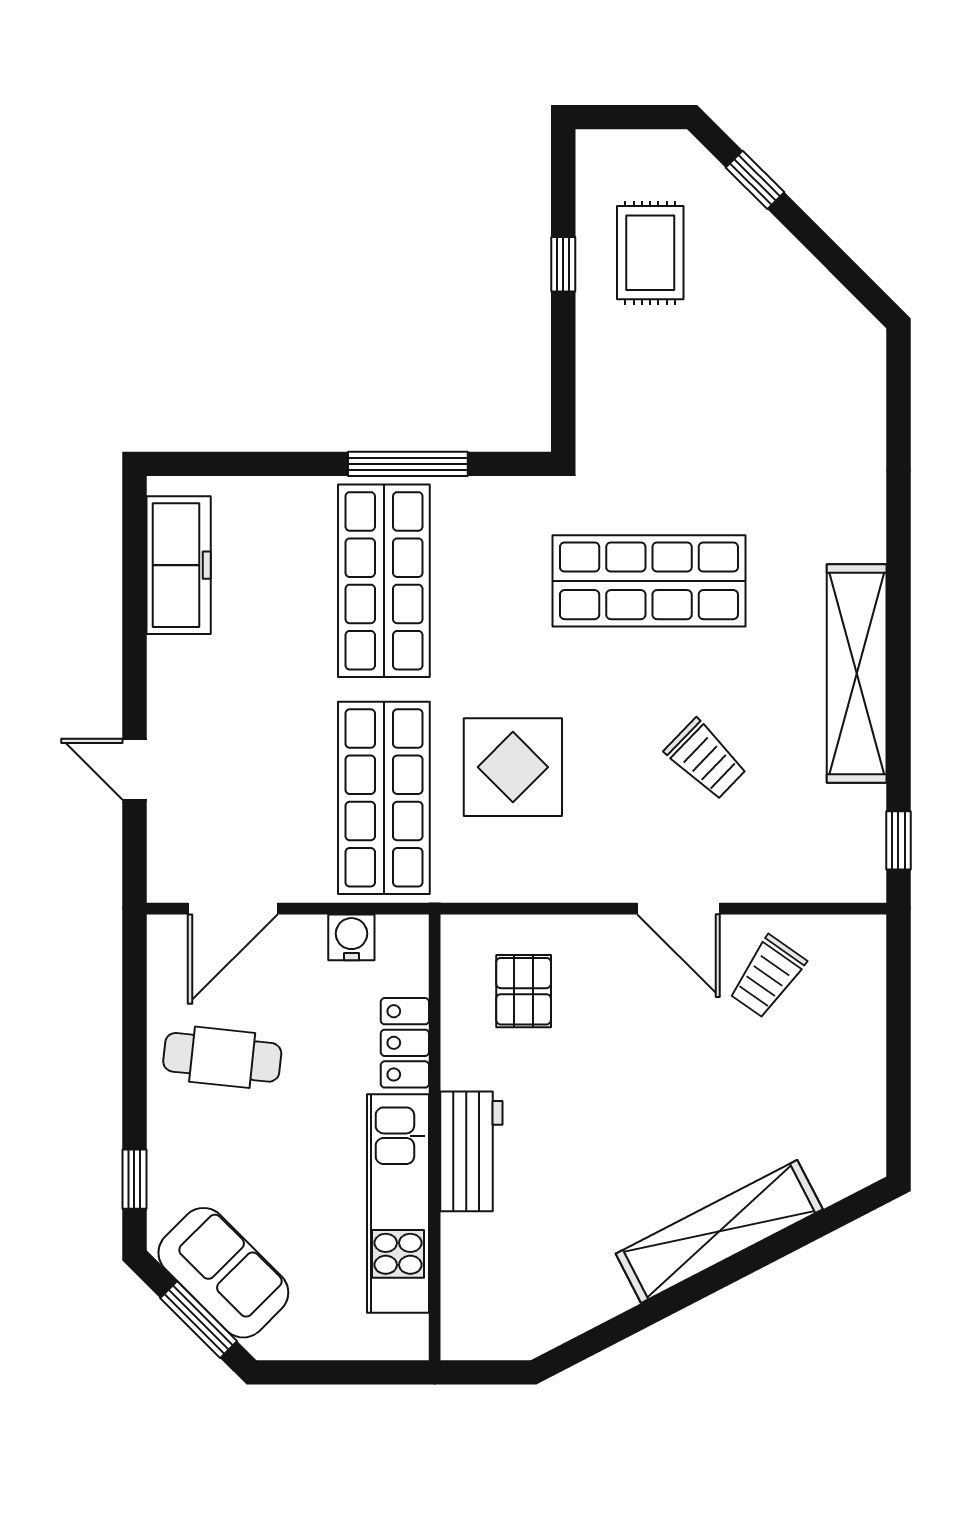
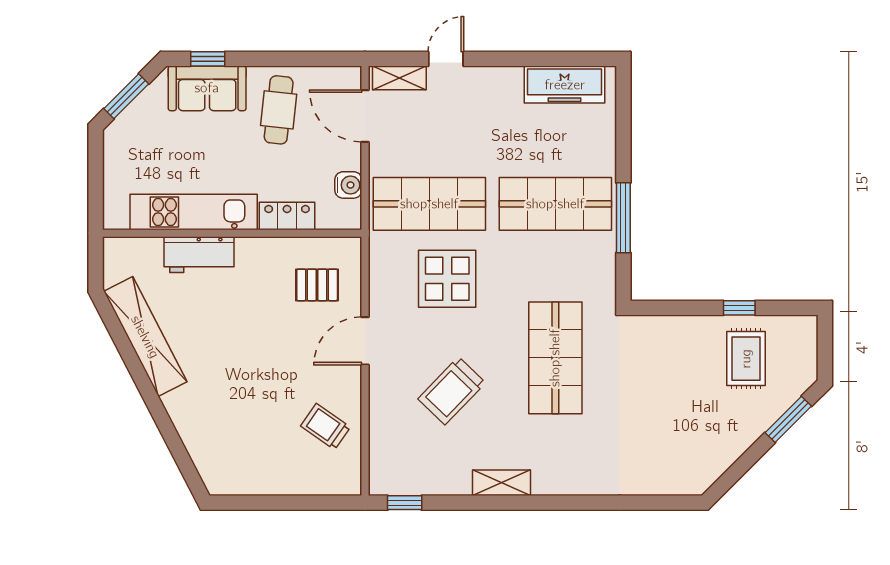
window: (755, 180) -> (788, 419), width x1.50
rug: (650, 253) -> (746, 359), turned 90
shelving: (857, 674) -> (502, 483), width x0.45, depth x0.75
trolley: (706, 759) -> (452, 391), width x1.36, depth x1.39
shelving: (167, 849) -> (399, 78), added
door: (679, 909) -> (365, 341), moved
workbench: (471, 1151) -> (199, 255), moved
shelving: (719, 1231) -> (145, 337), moved
sofa: (223, 1273) -> (207, 88), moved, turned 45

